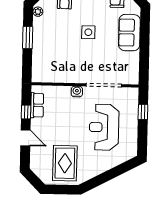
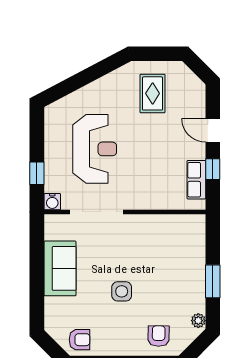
sofa: (129, 33) -> (60, 268), moved
water cooler: (77, 92) -> (52, 202), moved
rug: (65, 163) -> (153, 93), width x0.73, depth x0.70

